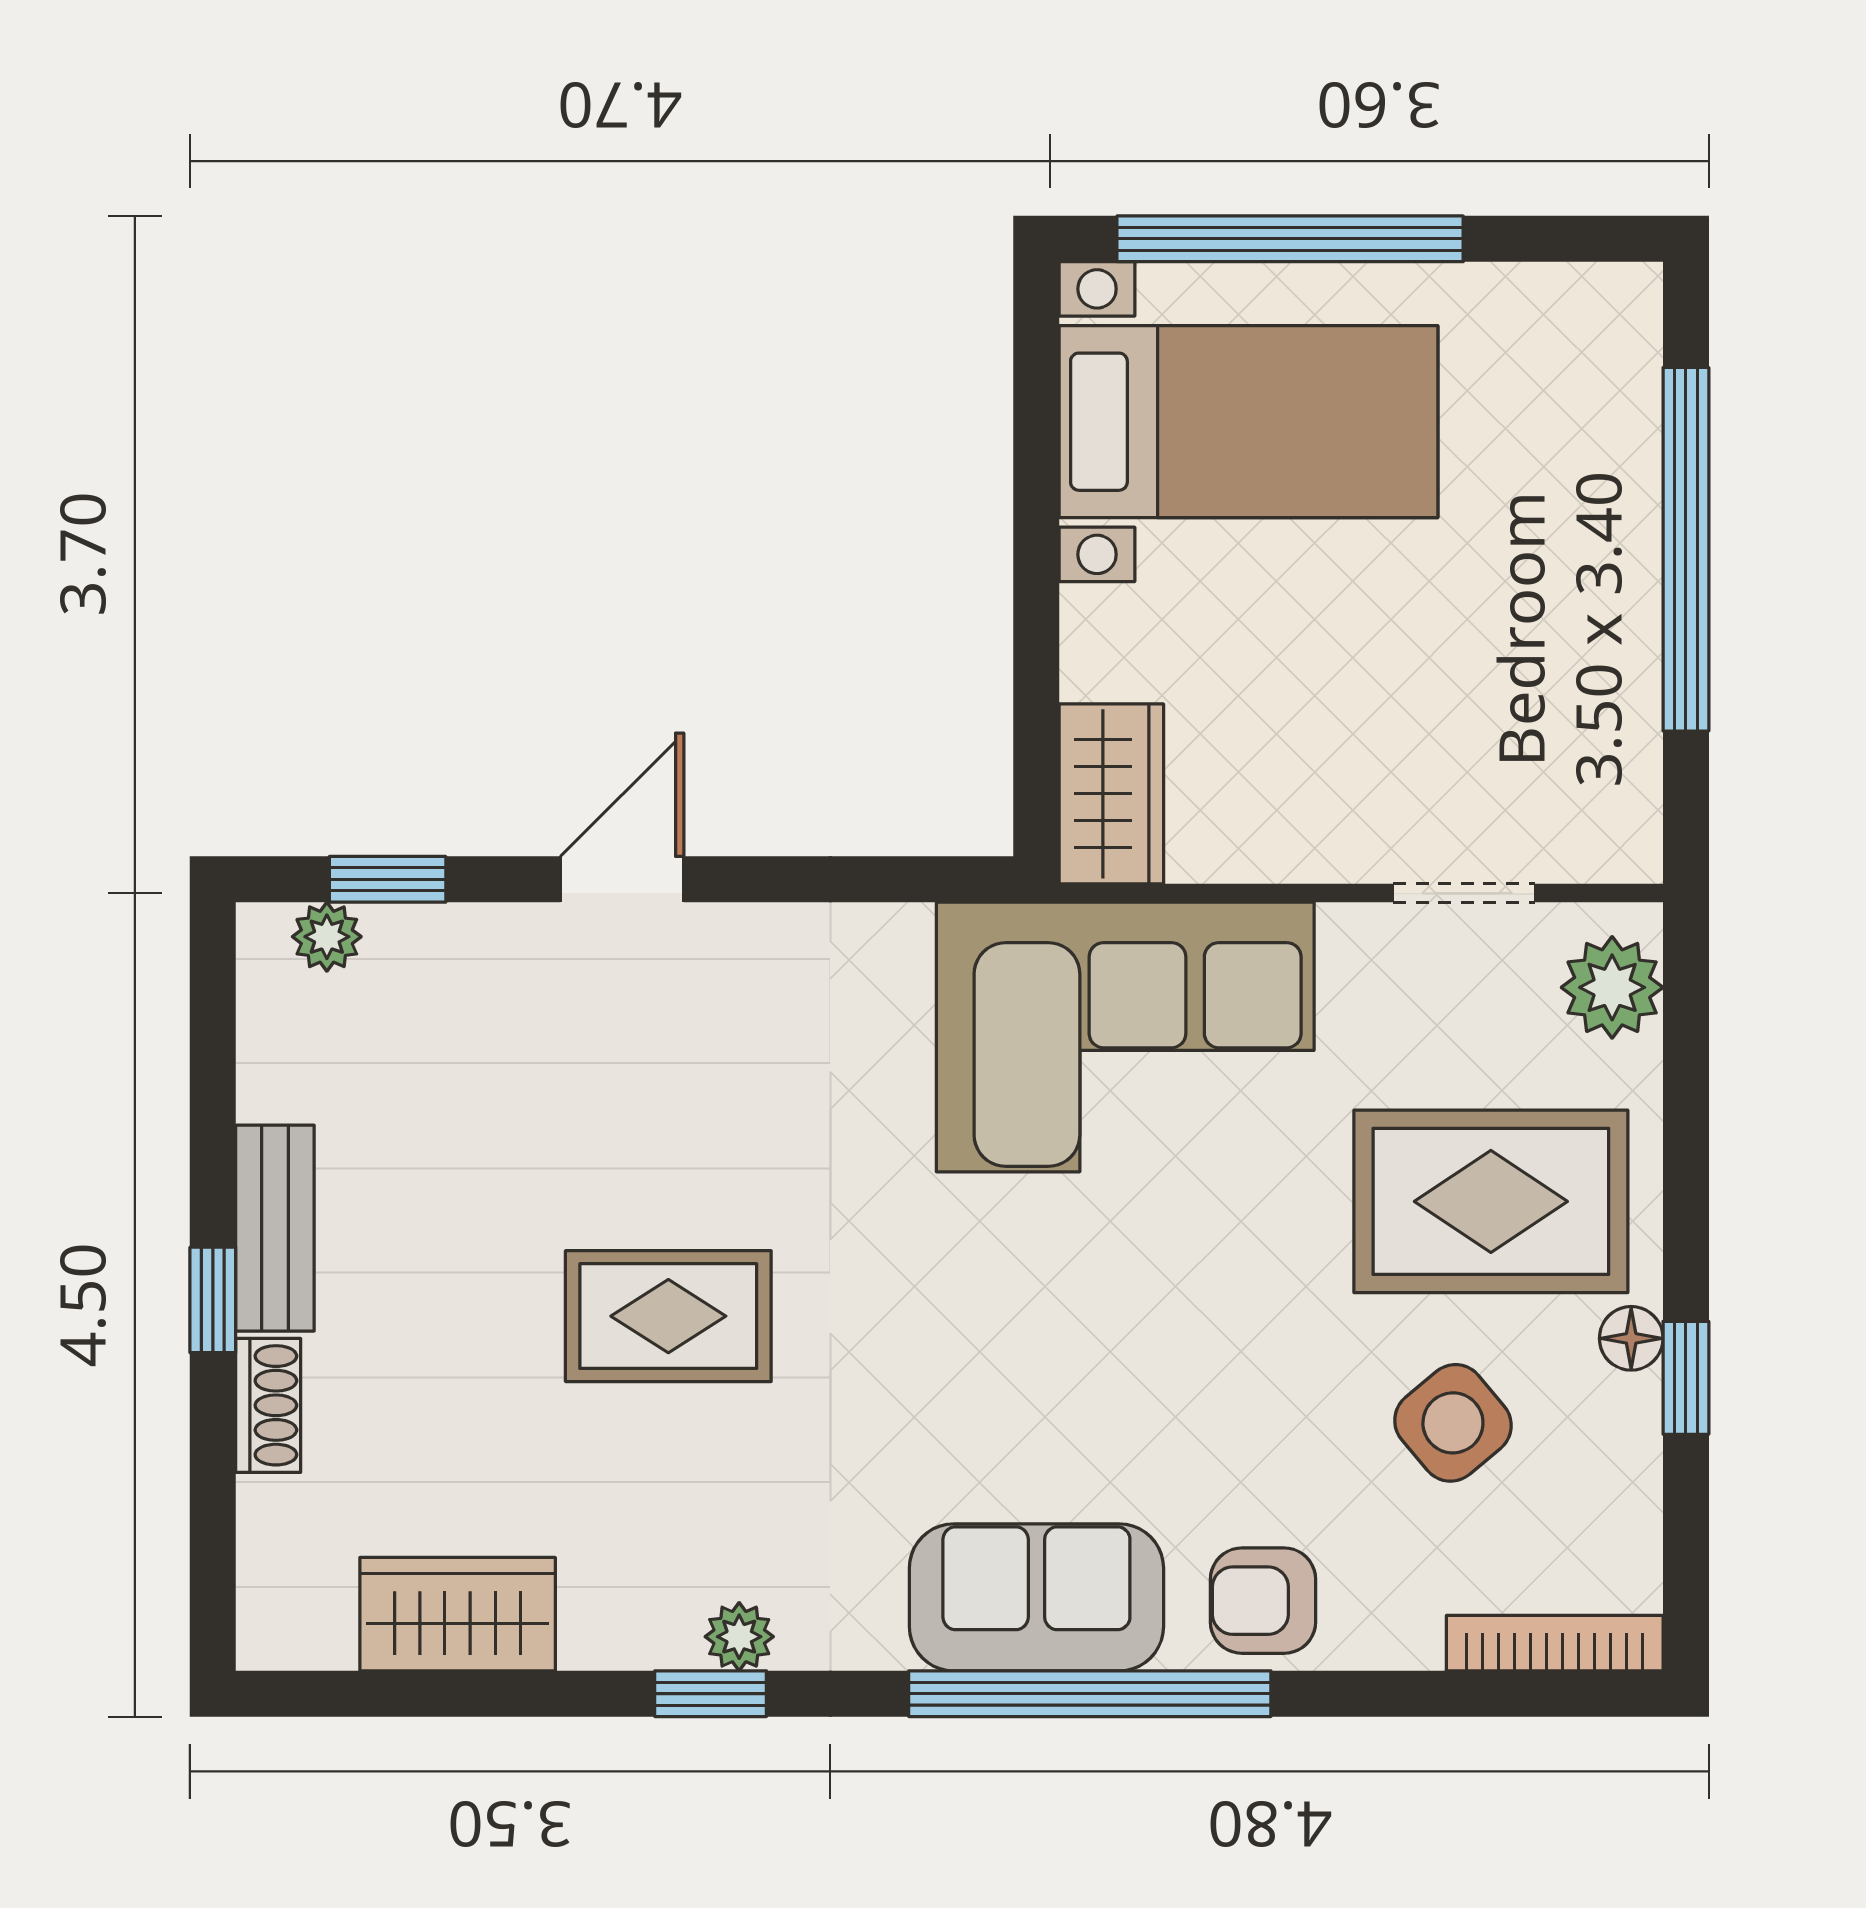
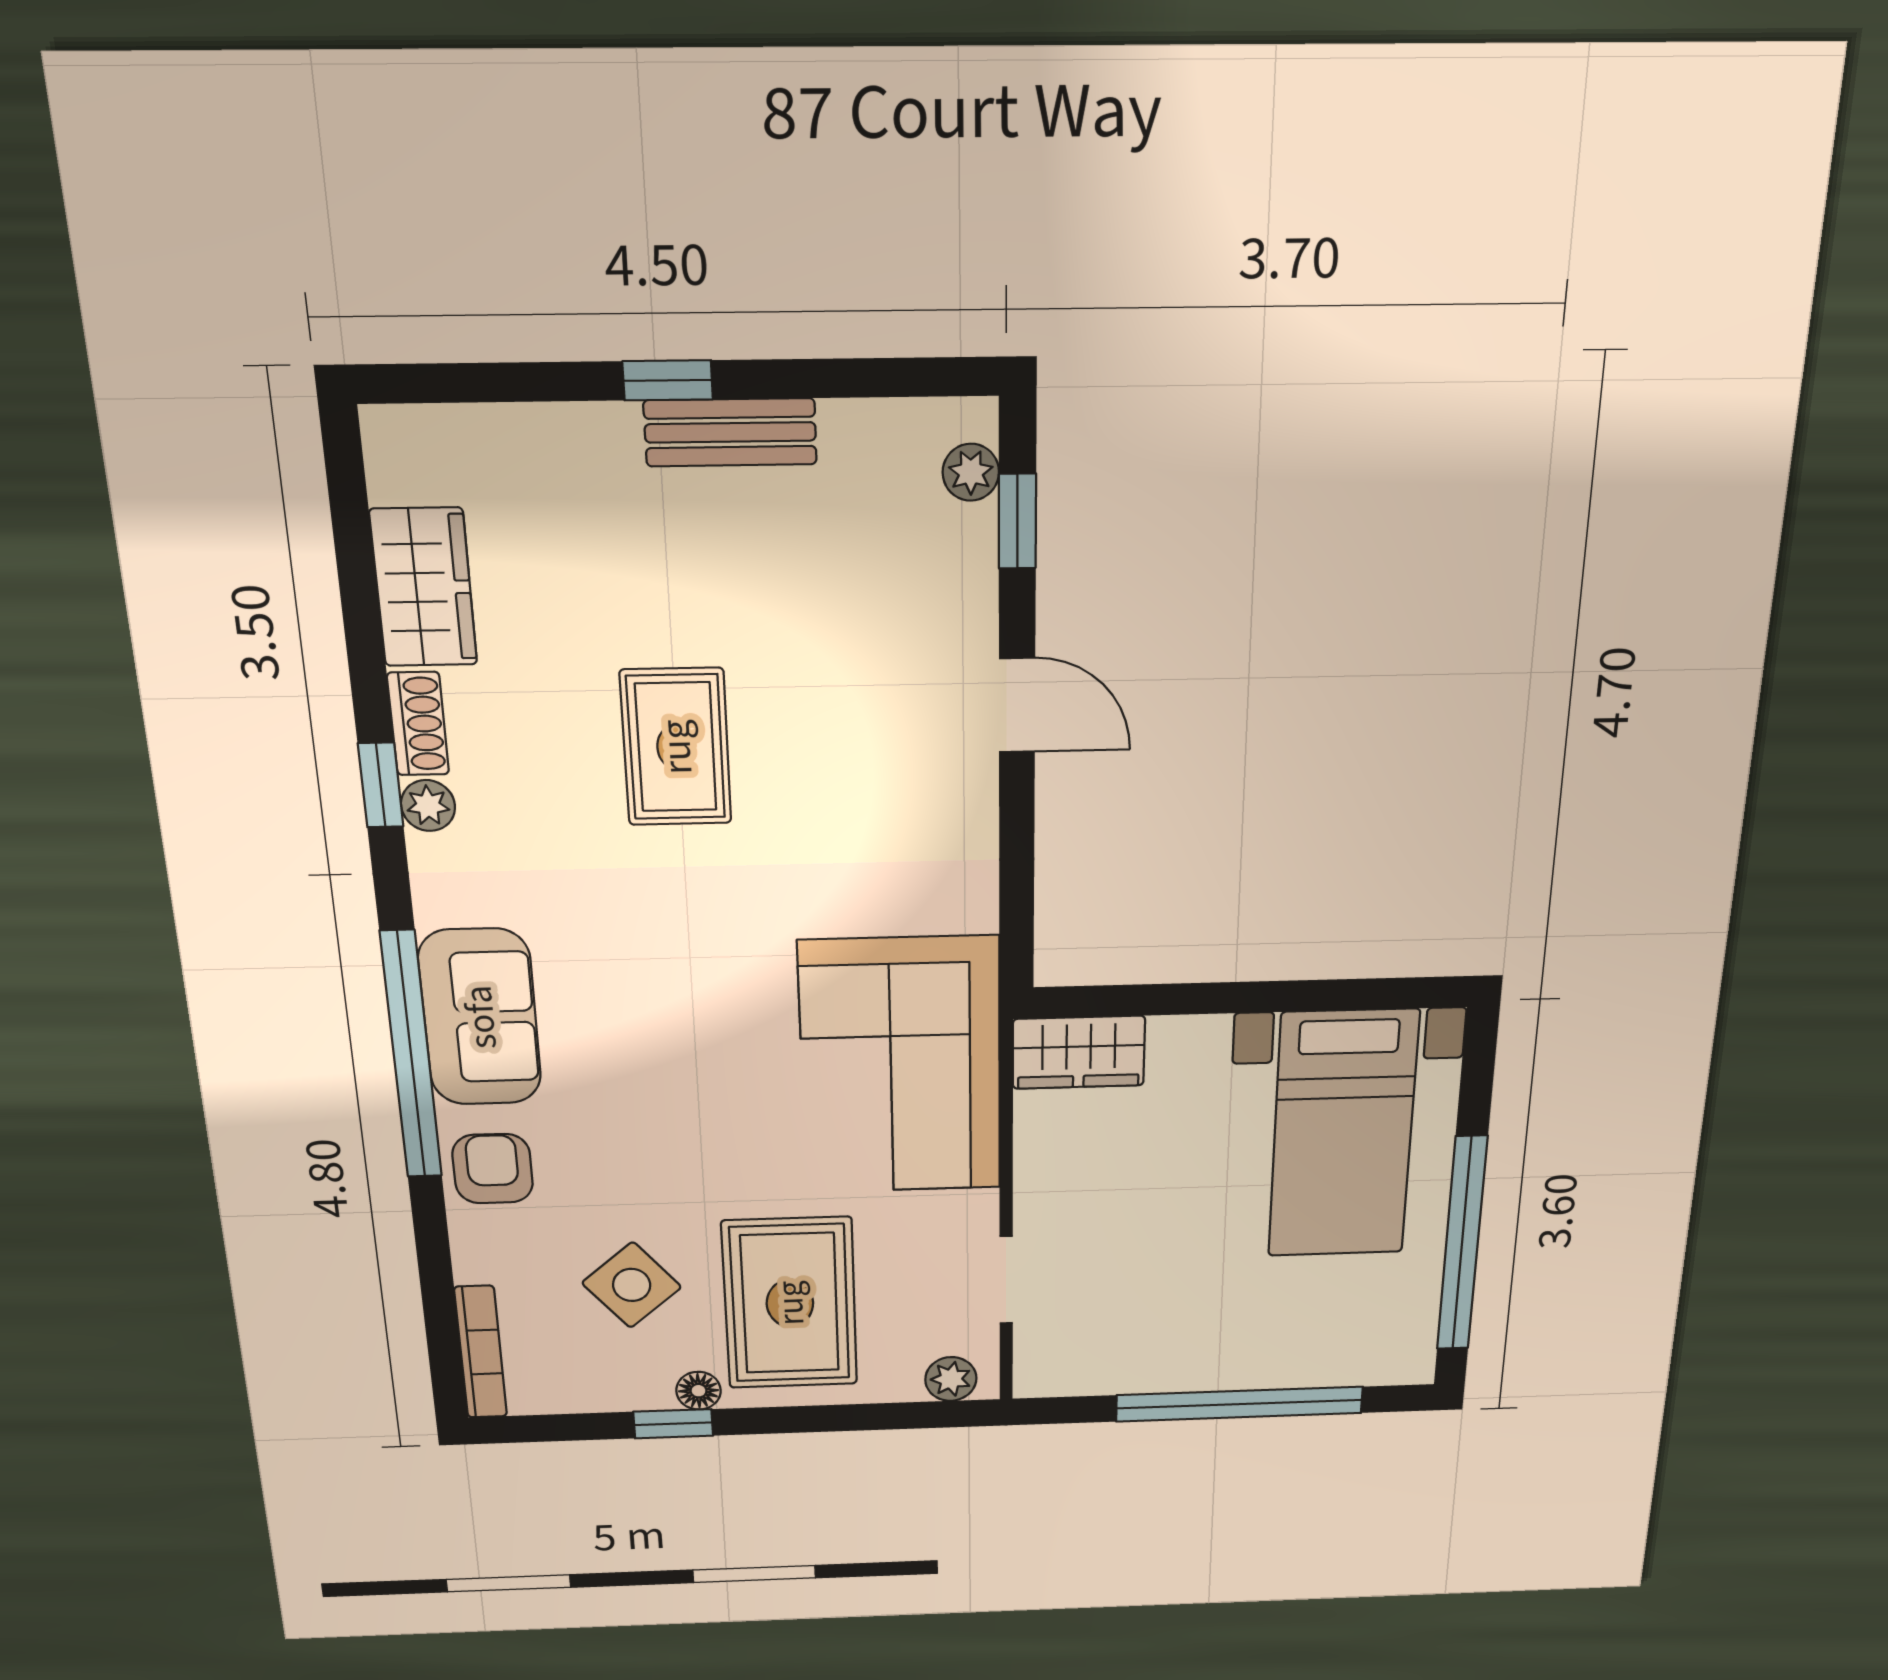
window: (1290, 239) -> (1462, 1244), moved
plant: (1612, 987) -> (951, 1379), width x0.73, depth x0.73
shoe rack: (268, 1405) -> (418, 724), moved, turned -90

